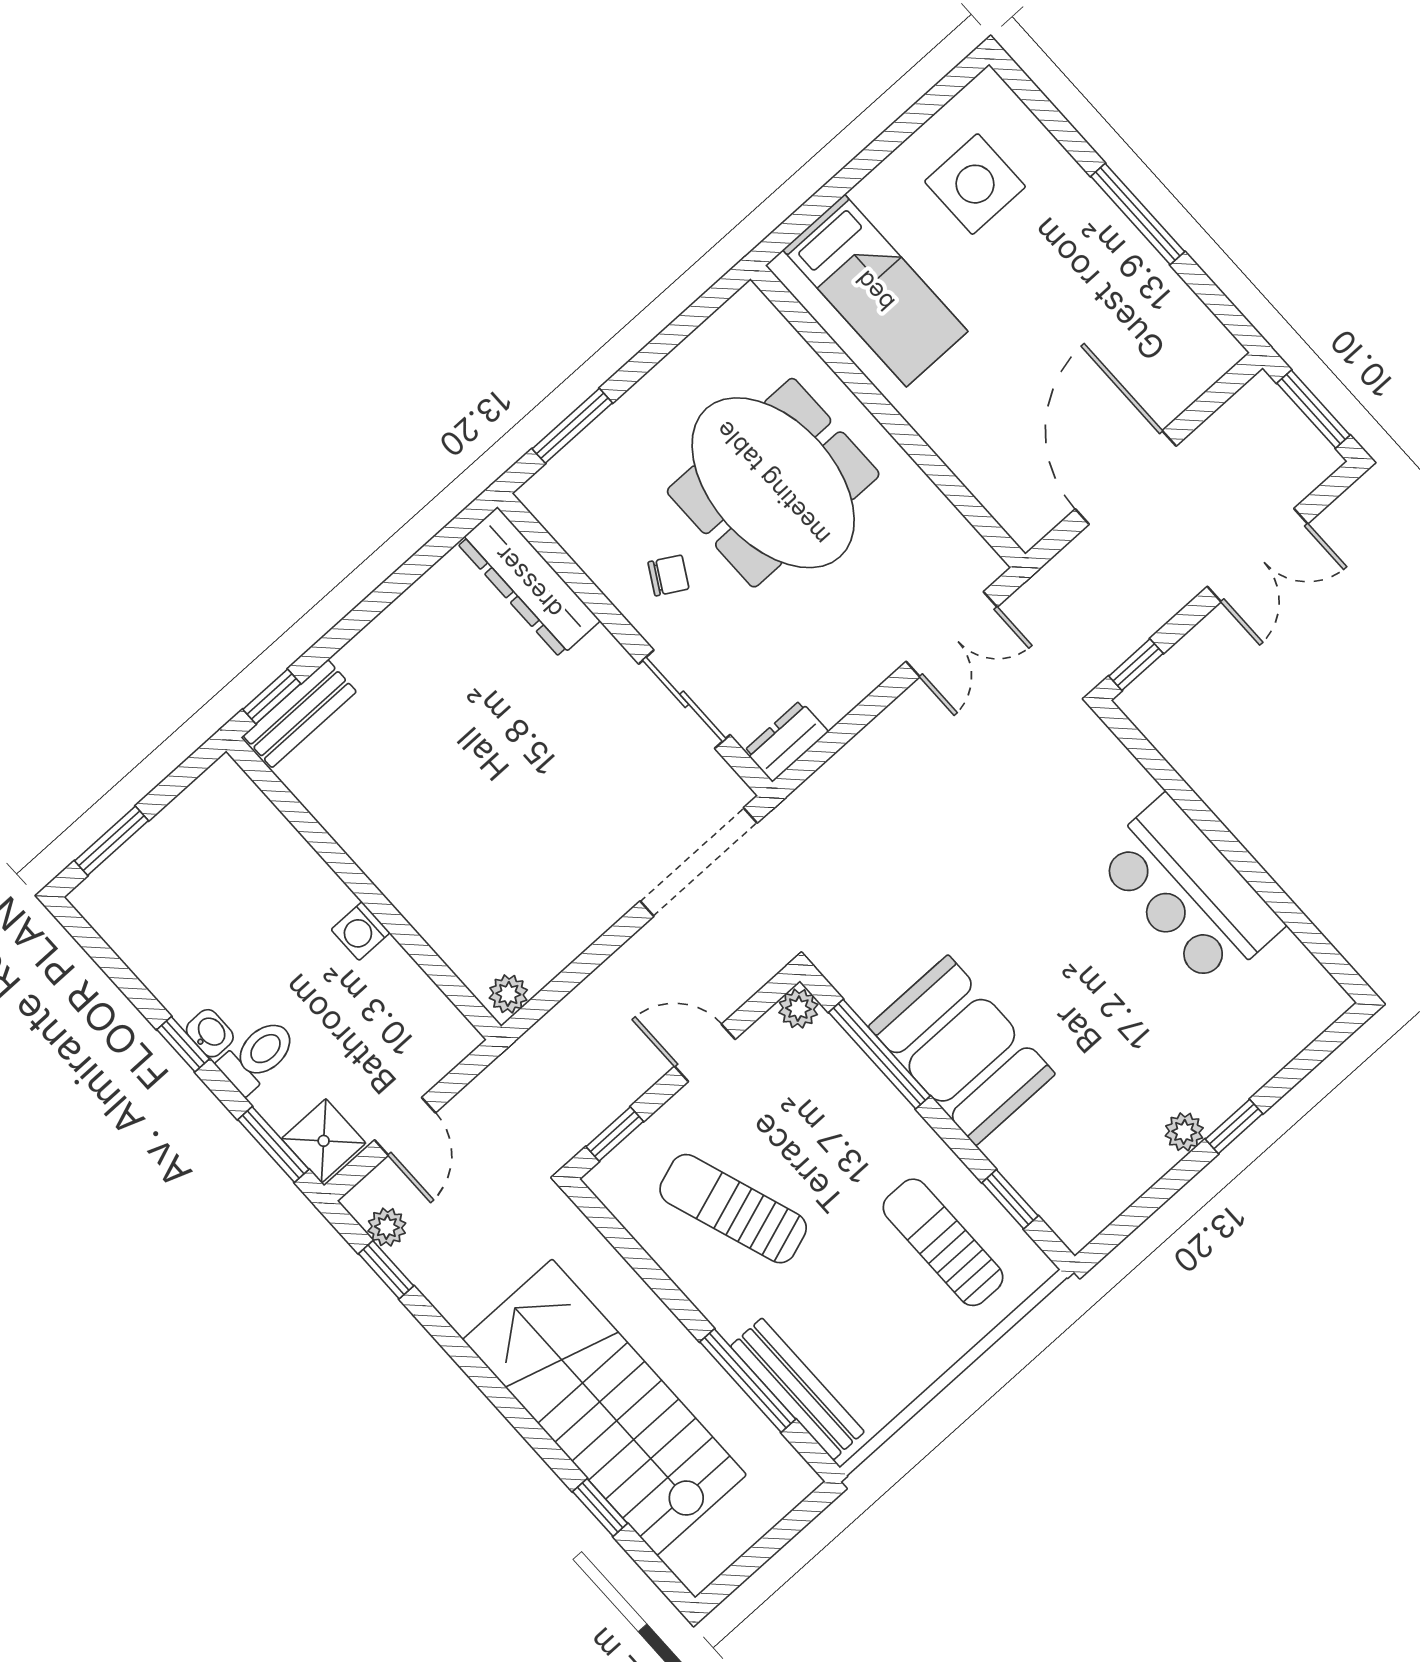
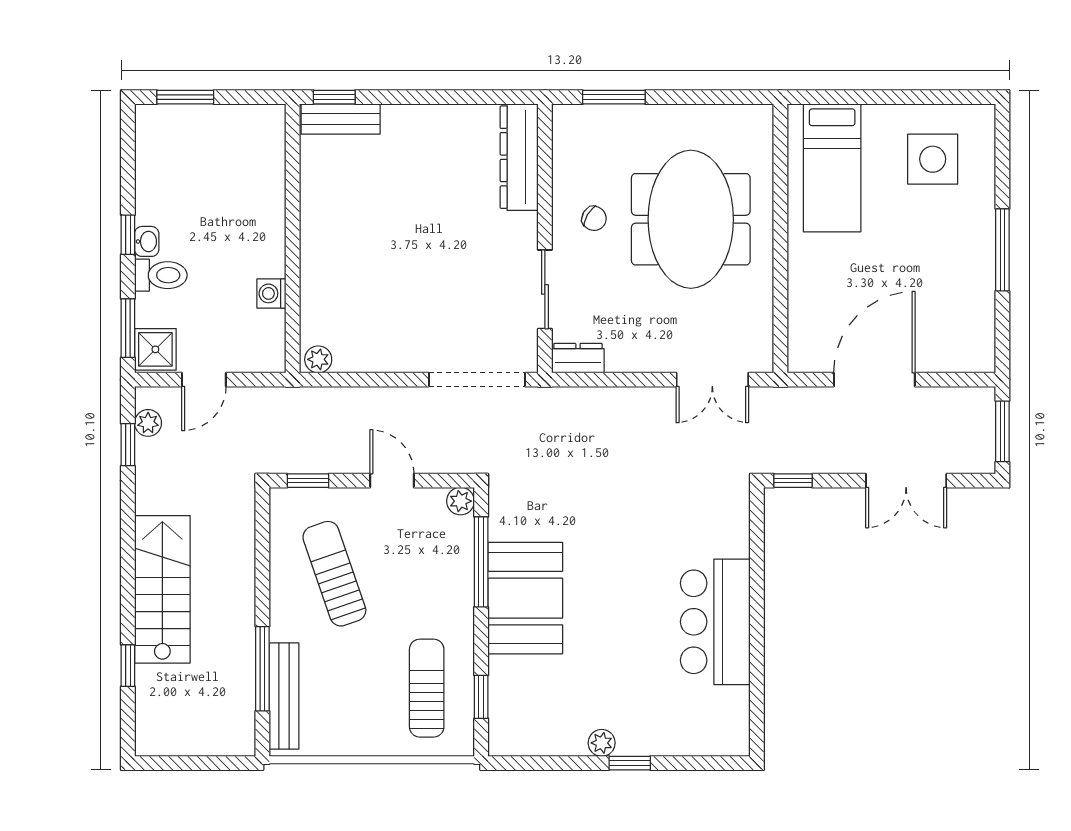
washing machine: (360, 931) -> (271, 293), moved
stairs: (604, 1407) -> (162, 589), width x0.73, depth x0.66

